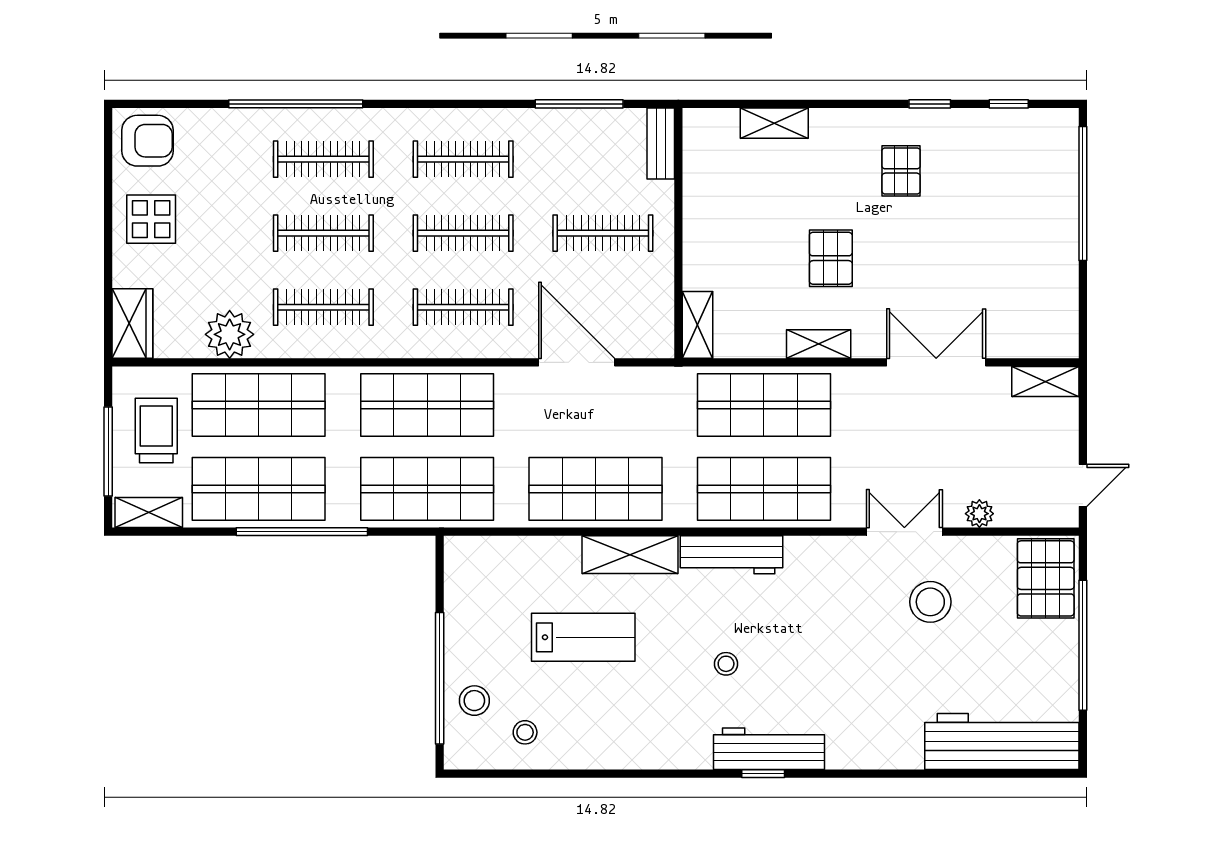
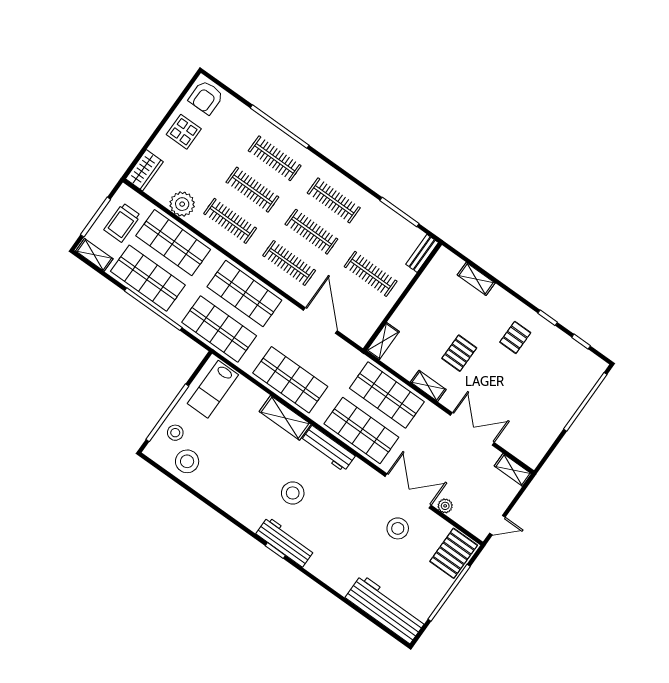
armchair: (147, 141) -> (206, 97), turned 90
trolley: (156, 431) -> (122, 223), turned 180
double door: (904, 532) -> (408, 491), width x1.37
lab bench: (583, 637) -> (213, 389), moved, turned 90
stool: (726, 664) -> (293, 493), width x1.89, depth x1.89
stool: (525, 732) -> (187, 461), width x1.89, depth x1.89

